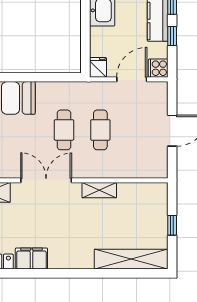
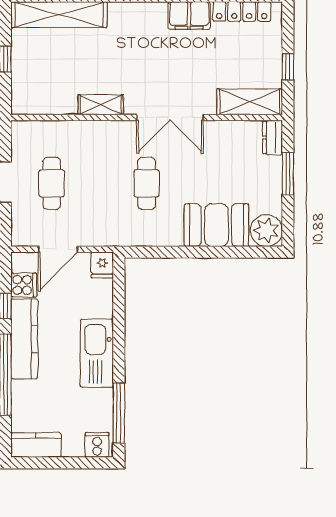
cooker: (158, 68) -> (24, 285), moved
cafe table: (100, 130) -> (52, 183), moved

